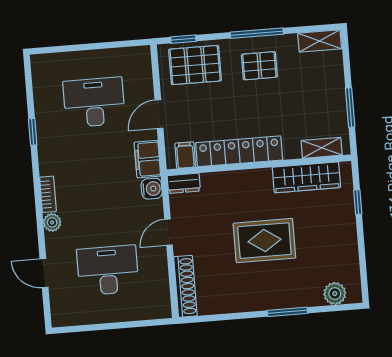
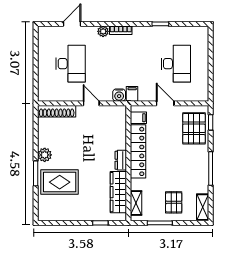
pallet: (259, 66) -> (174, 202), moved
filing cabinet: (147, 159) -> (132, 94), width x0.50
dresser: (184, 183) -> (121, 160), moved
rug: (264, 241) -> (60, 182), moved, turned 90
plant: (335, 294) -> (45, 155), moved

